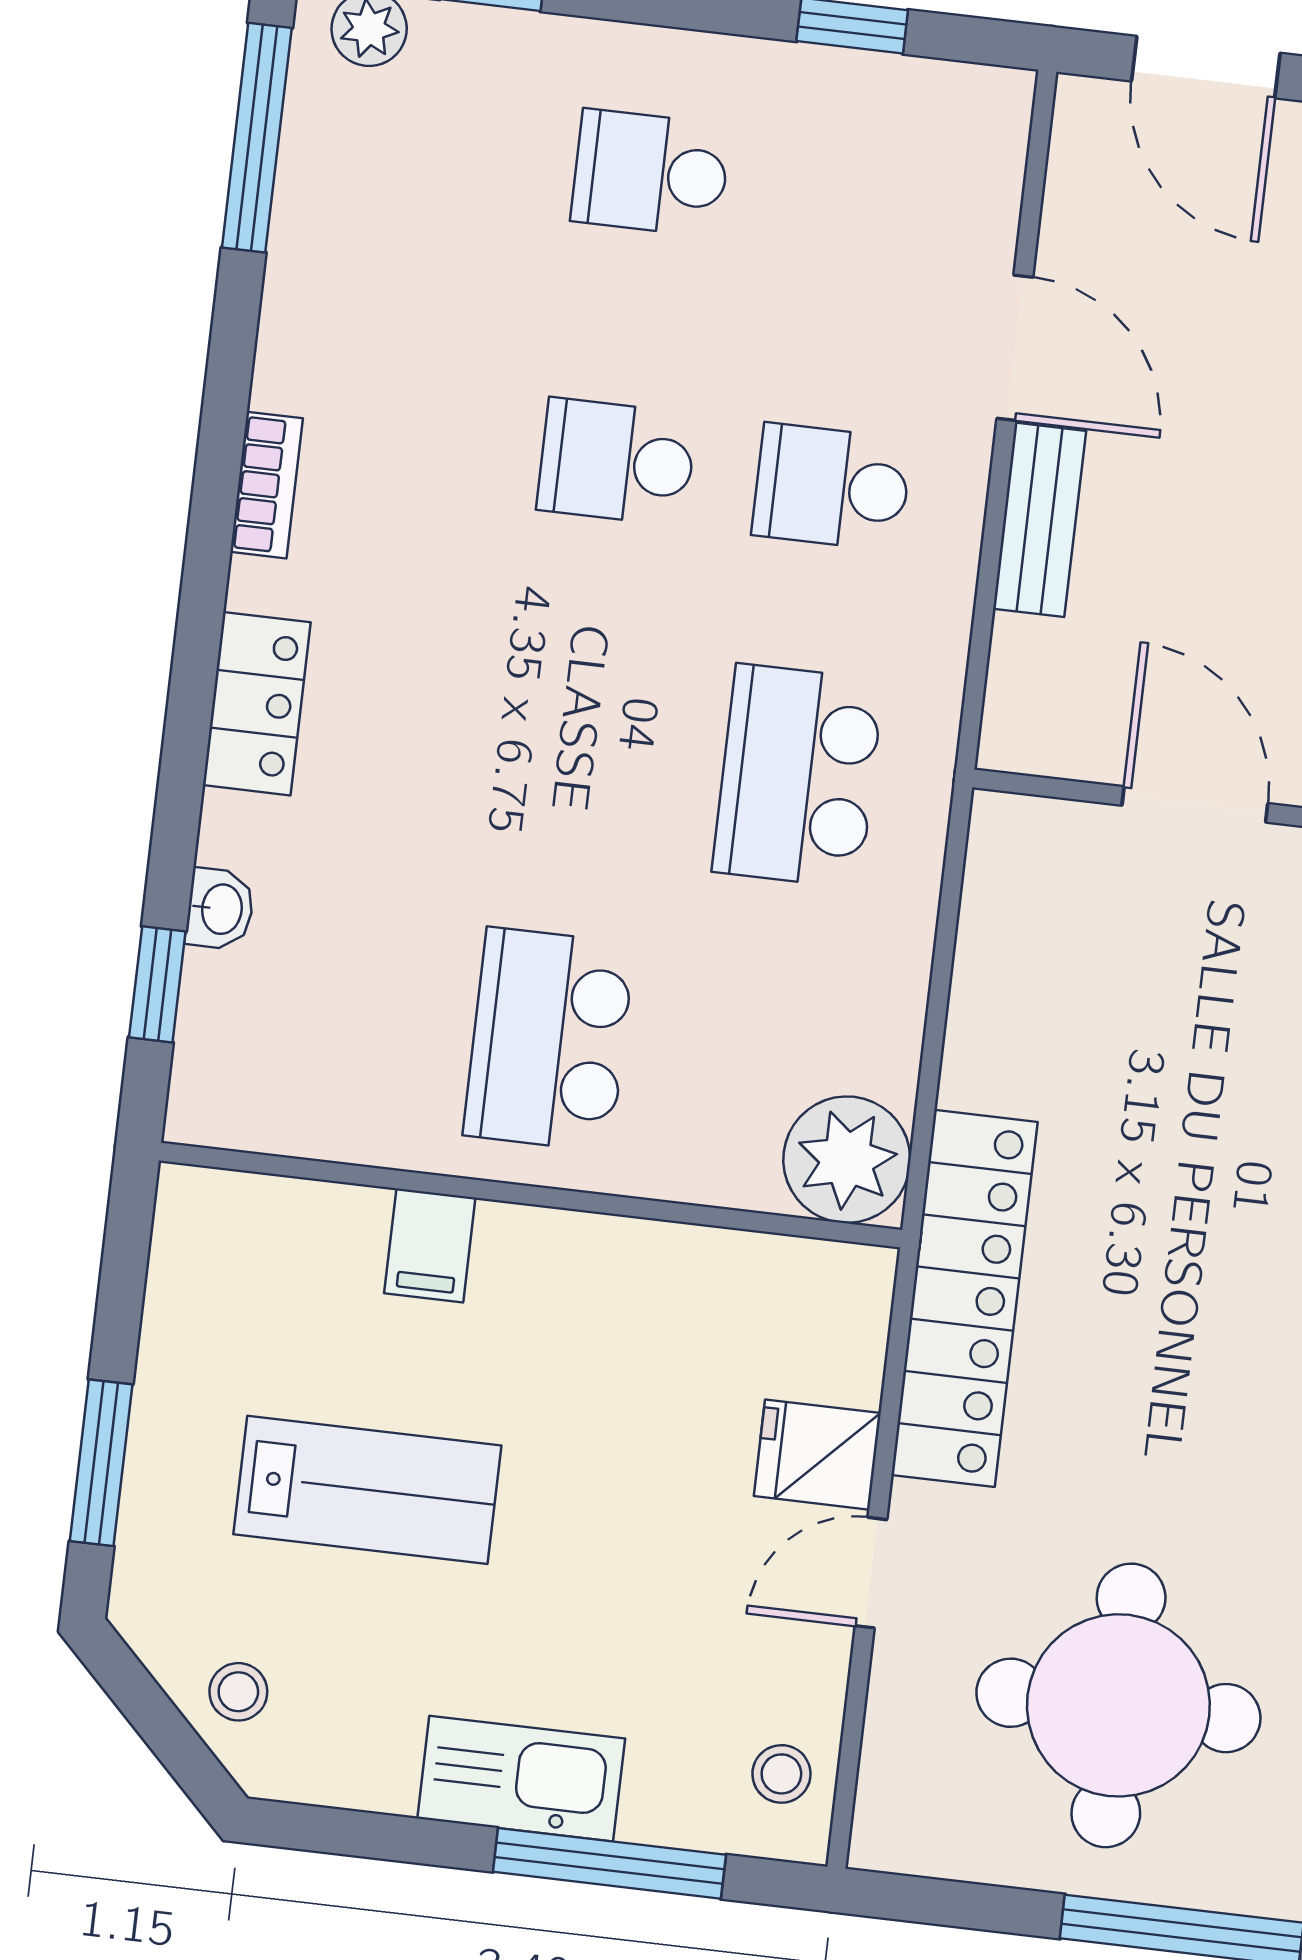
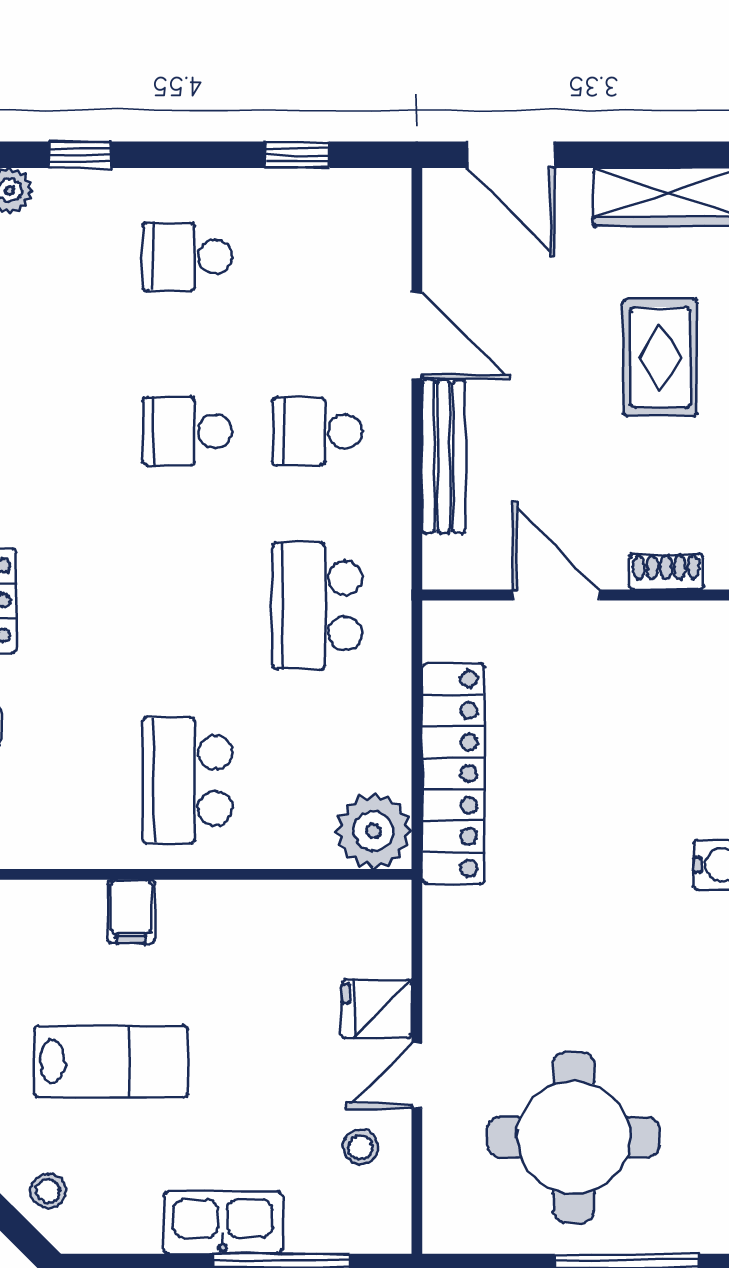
bench: (1040, 520) -> (444, 457), width x1.36
locker: (964, 1298) -> (453, 774), moved
stool: (781, 1774) -> (360, 1147), moved

